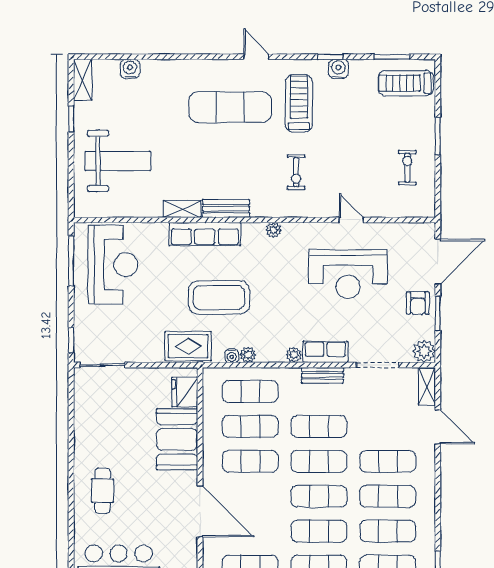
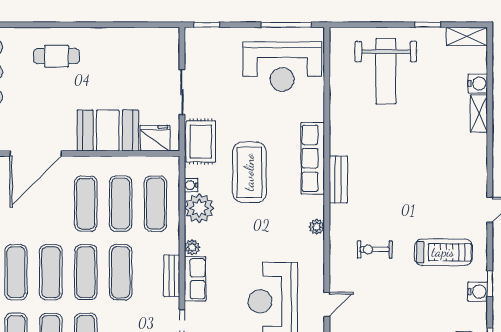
exercise mat: (230, 107) -> (440, 184), removed
shelving: (182, 209) -> (479, 114), moved
plant: (248, 355) -> (199, 208), width x1.87, depth x1.87
sliding door: (102, 365) -> (182, 92), moved

